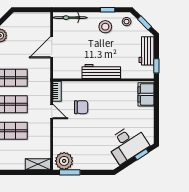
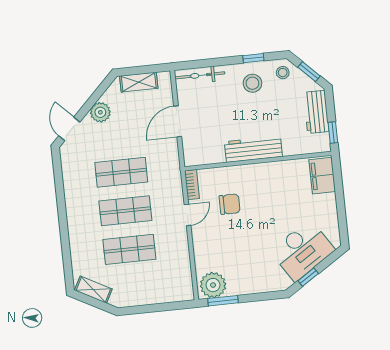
door: (52, 112) -> (187, 215), hinge flipped
window: (142, 154) -> (308, 277), moved
shelving: (38, 164) -> (139, 82), moved

